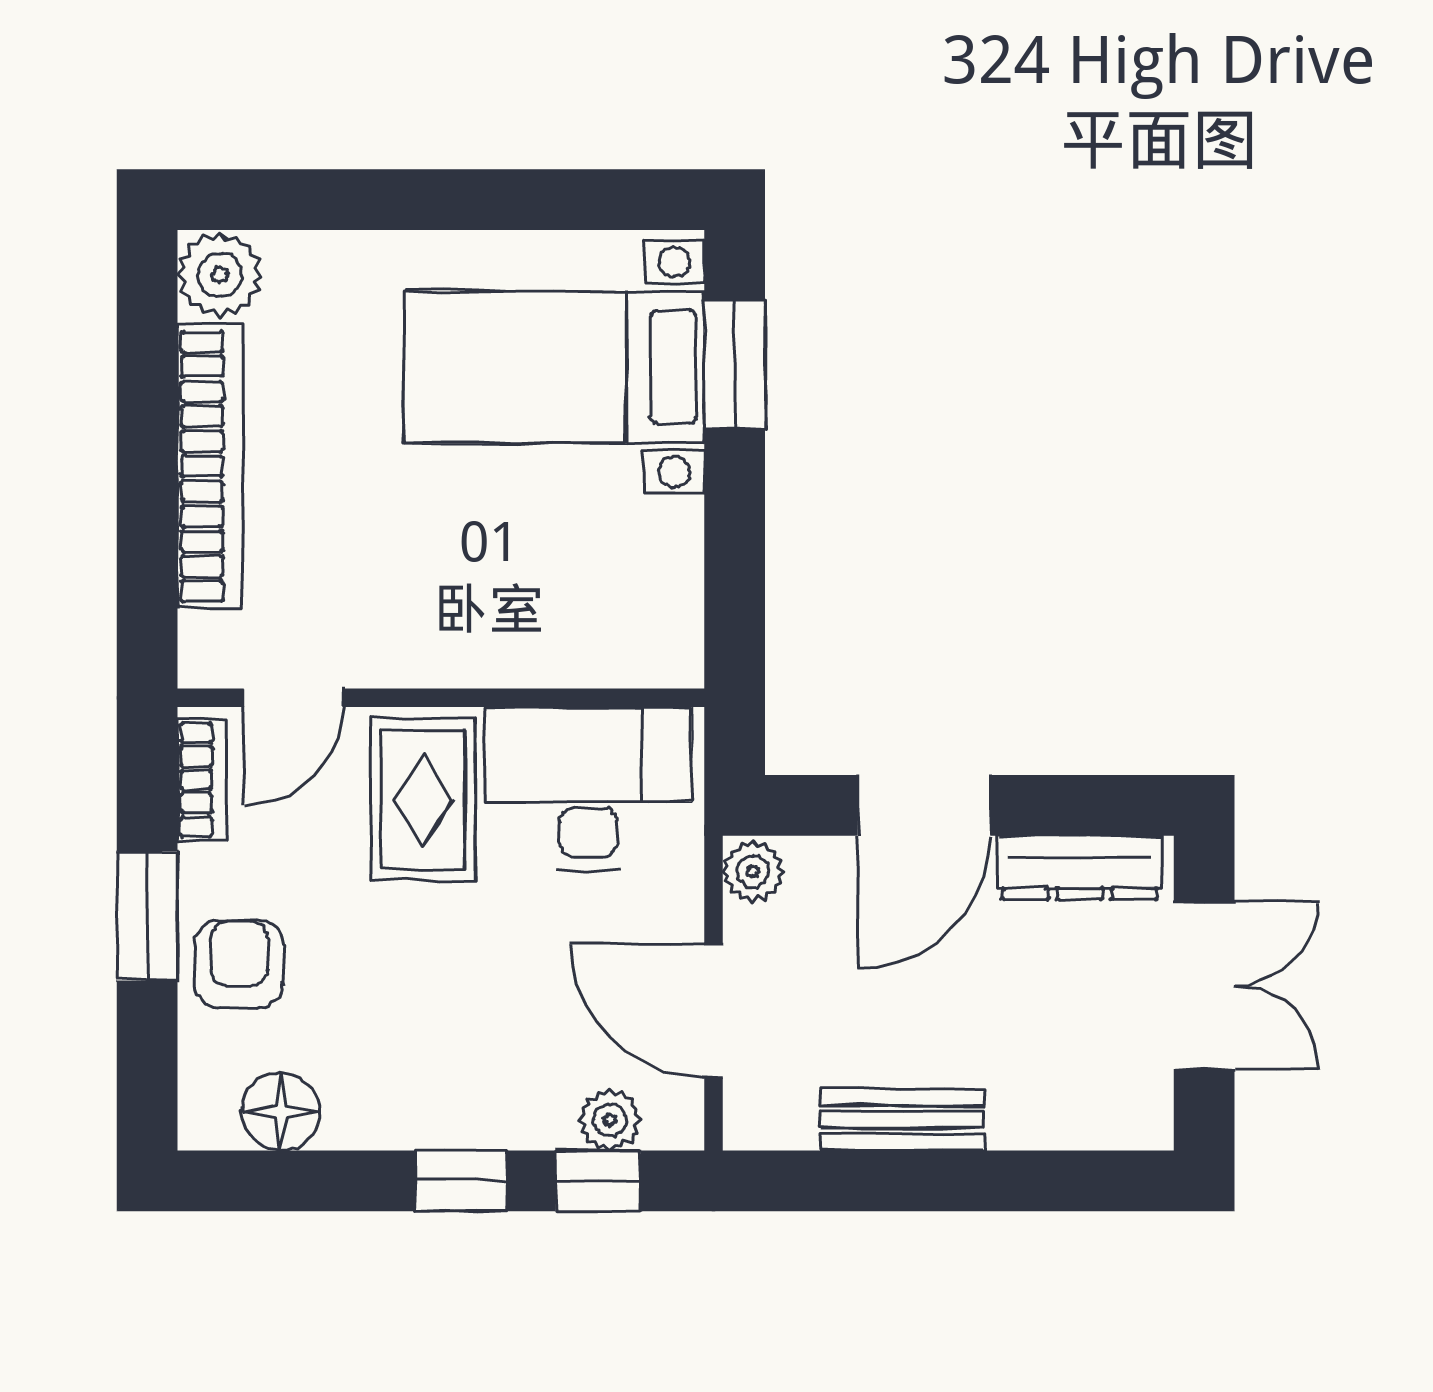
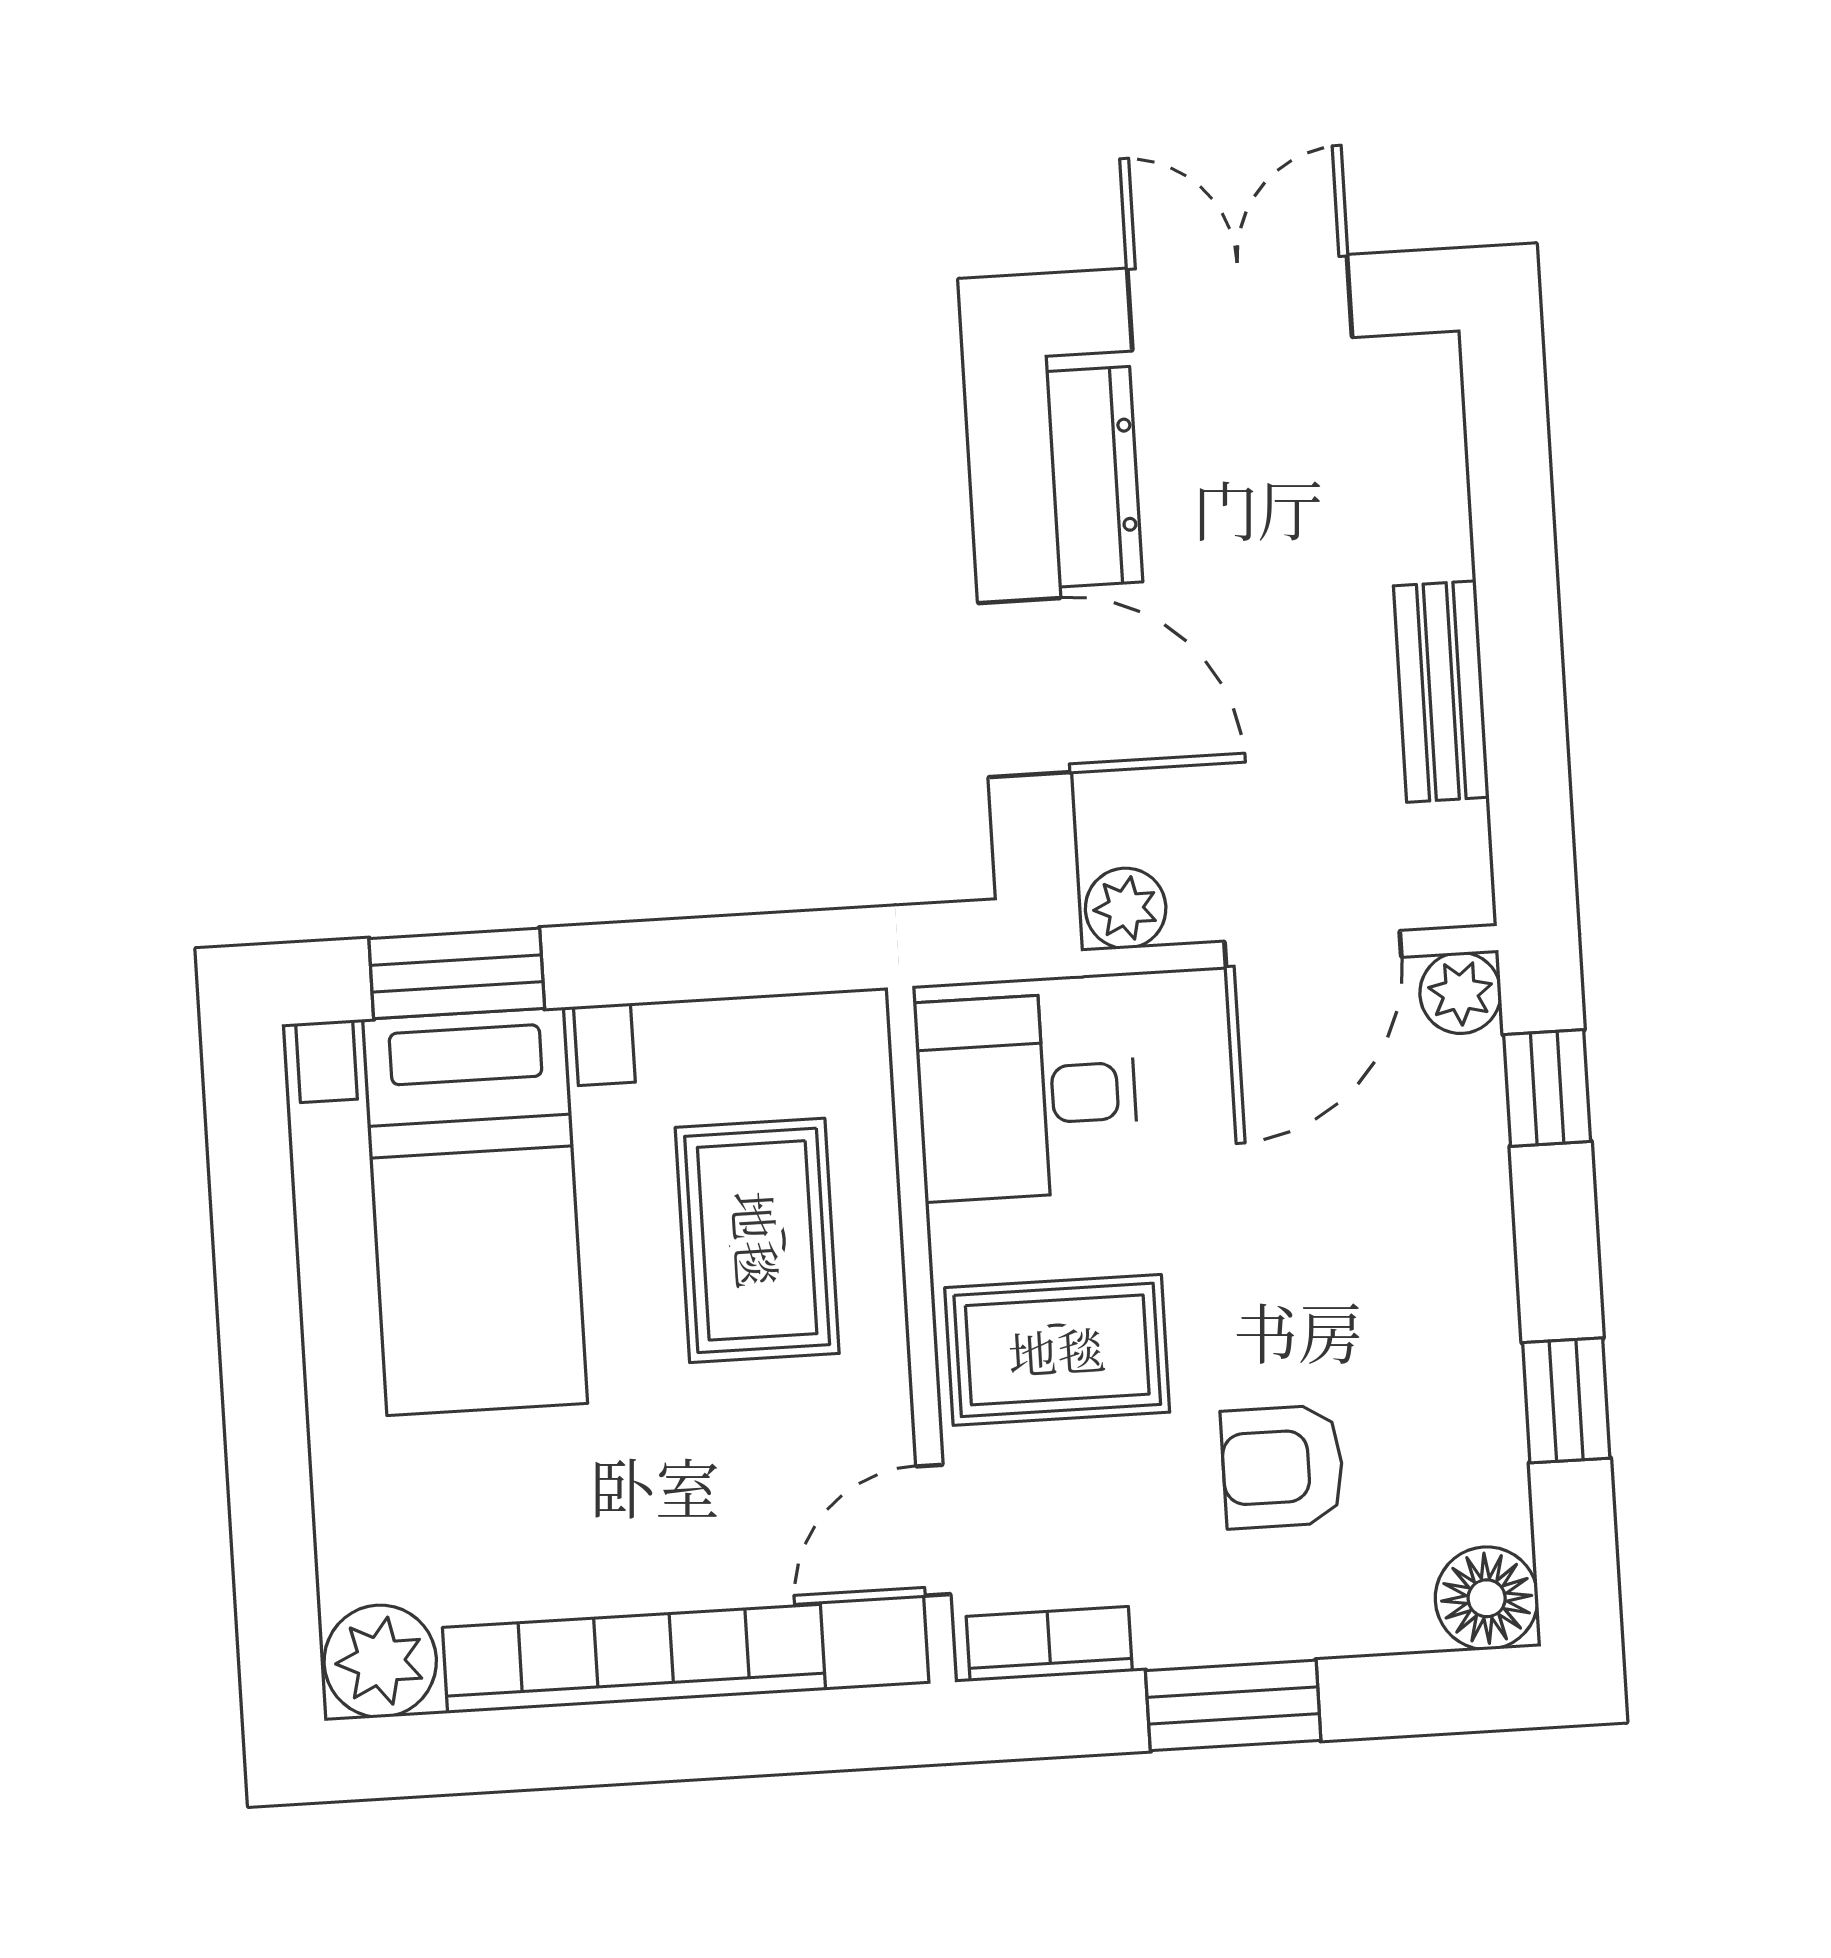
rug: (520, 578) -> (757, 1240), added
door: (293, 698) -> (933, 1530), swing flipped
desk: (588, 788) -> (1027, 1096), width x0.73
armchair: (239, 964) -> (1283, 1467), moved
floor lamp: (281, 1112) -> (1487, 1598), moved
plant: (610, 1120) -> (1460, 993), moved
window: (461, 1181) -> (1566, 1400), moved

